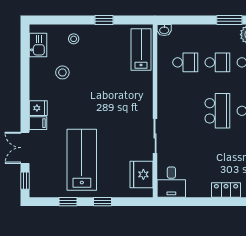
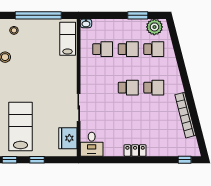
window: (104, 20) -> (38, 15), width x3.17
school desk: (217, 111) -> (128, 88), width x0.54

